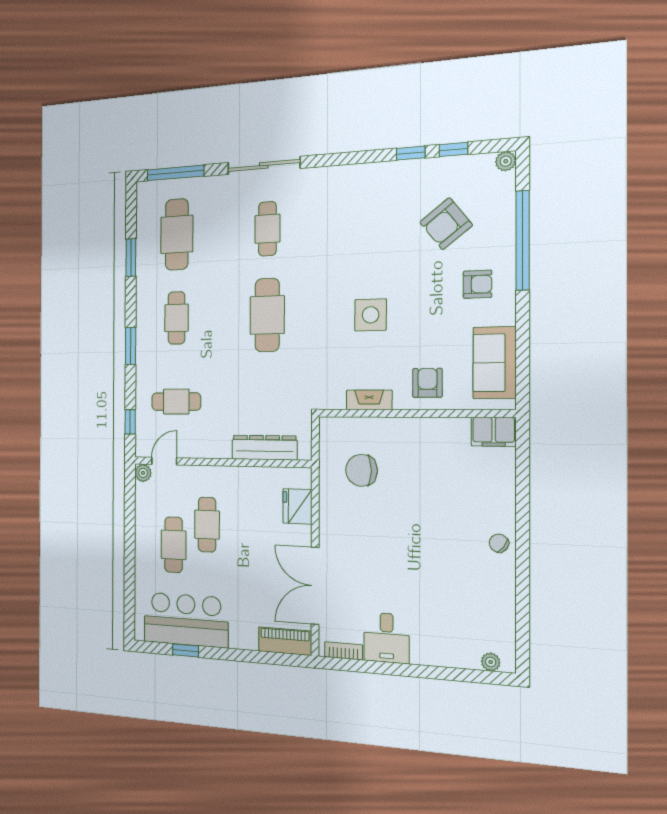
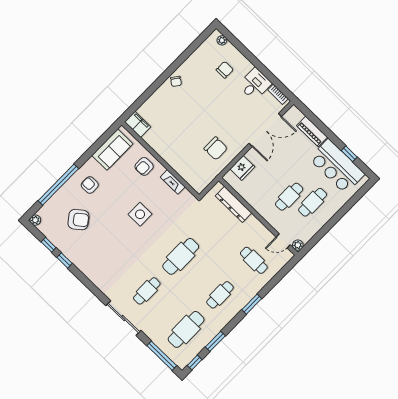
window: (130, 422) -> (195, 363), moved
chair: (361, 470) -> (216, 148), moved
chair: (446, 622) -> (225, 70), added
piano: (285, 641) -> (312, 131), moved

